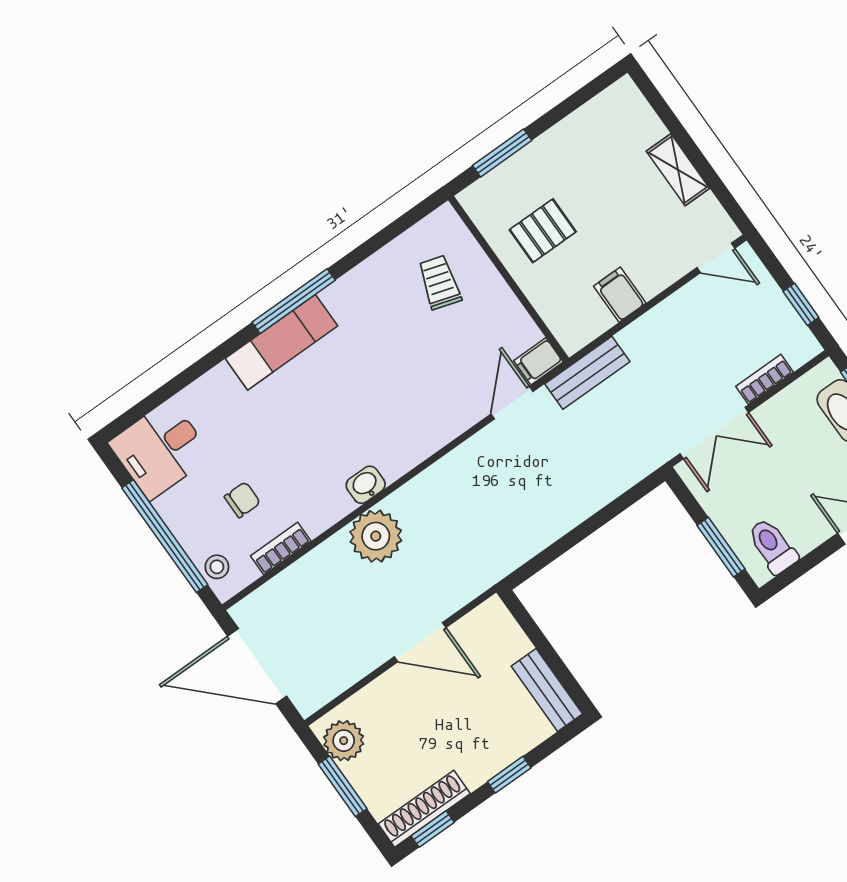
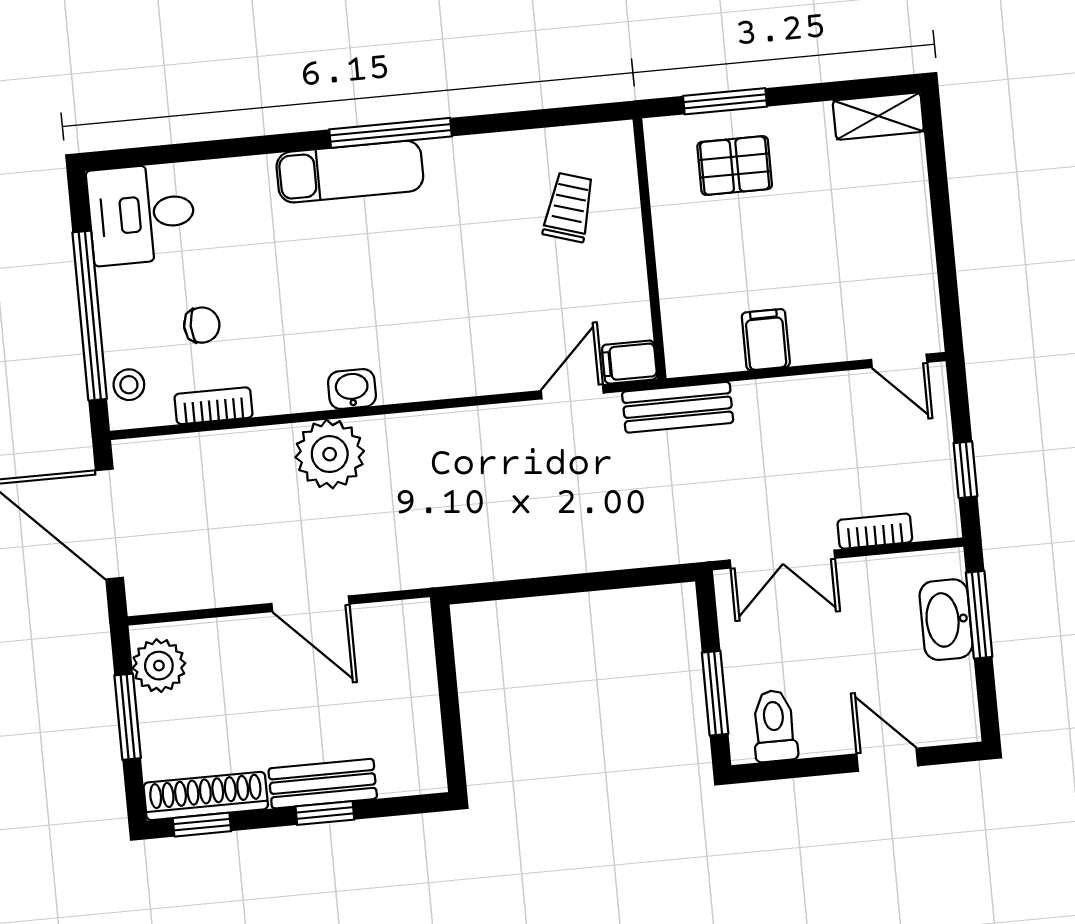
shelving: (678, 170) -> (878, 116), moved, turned 90
pallet: (543, 231) -> (735, 166), moved
bench: (547, 690) -> (323, 784), moved, turned 90

